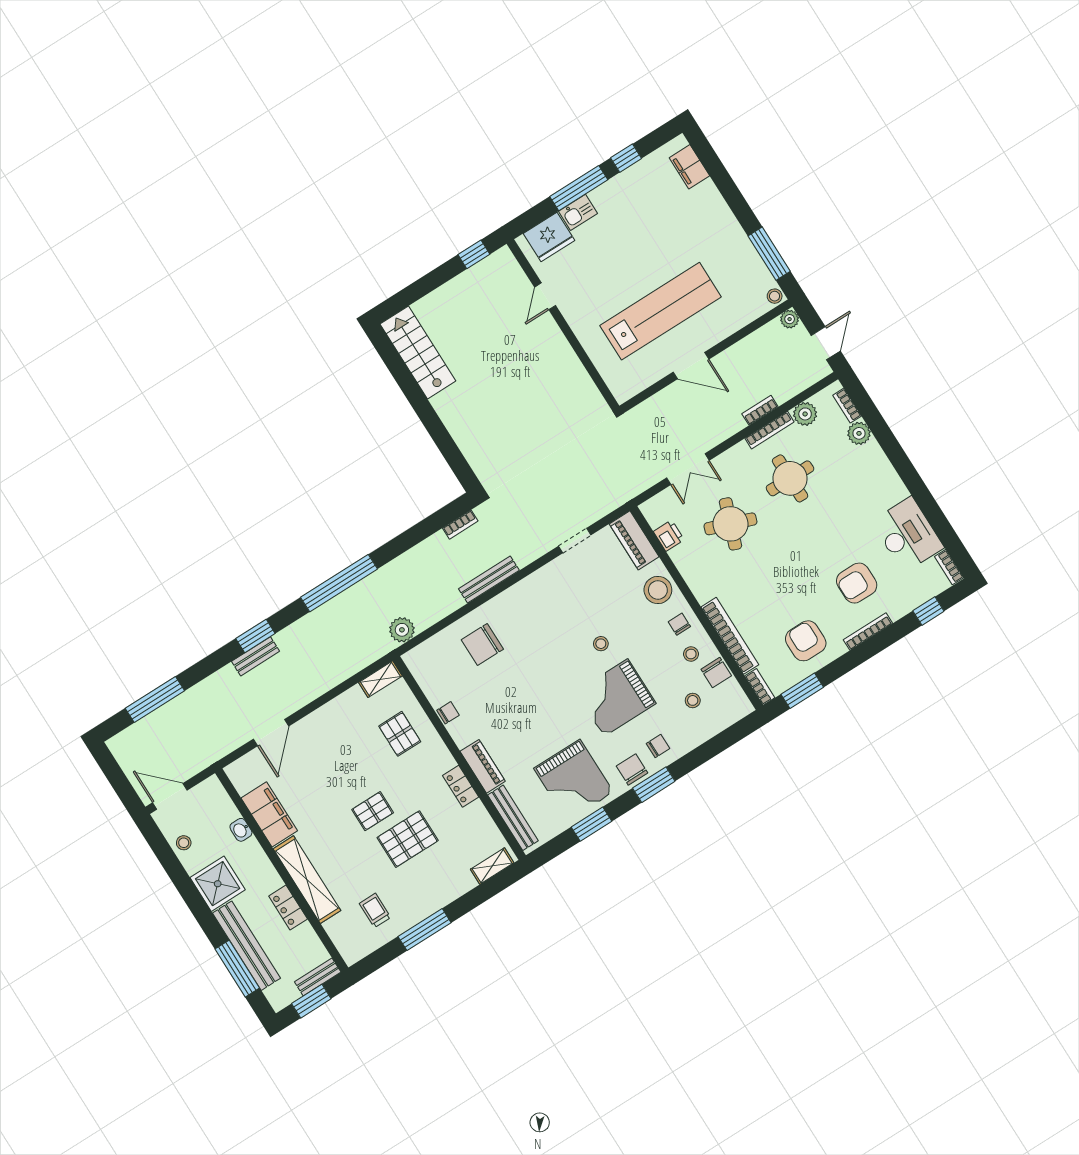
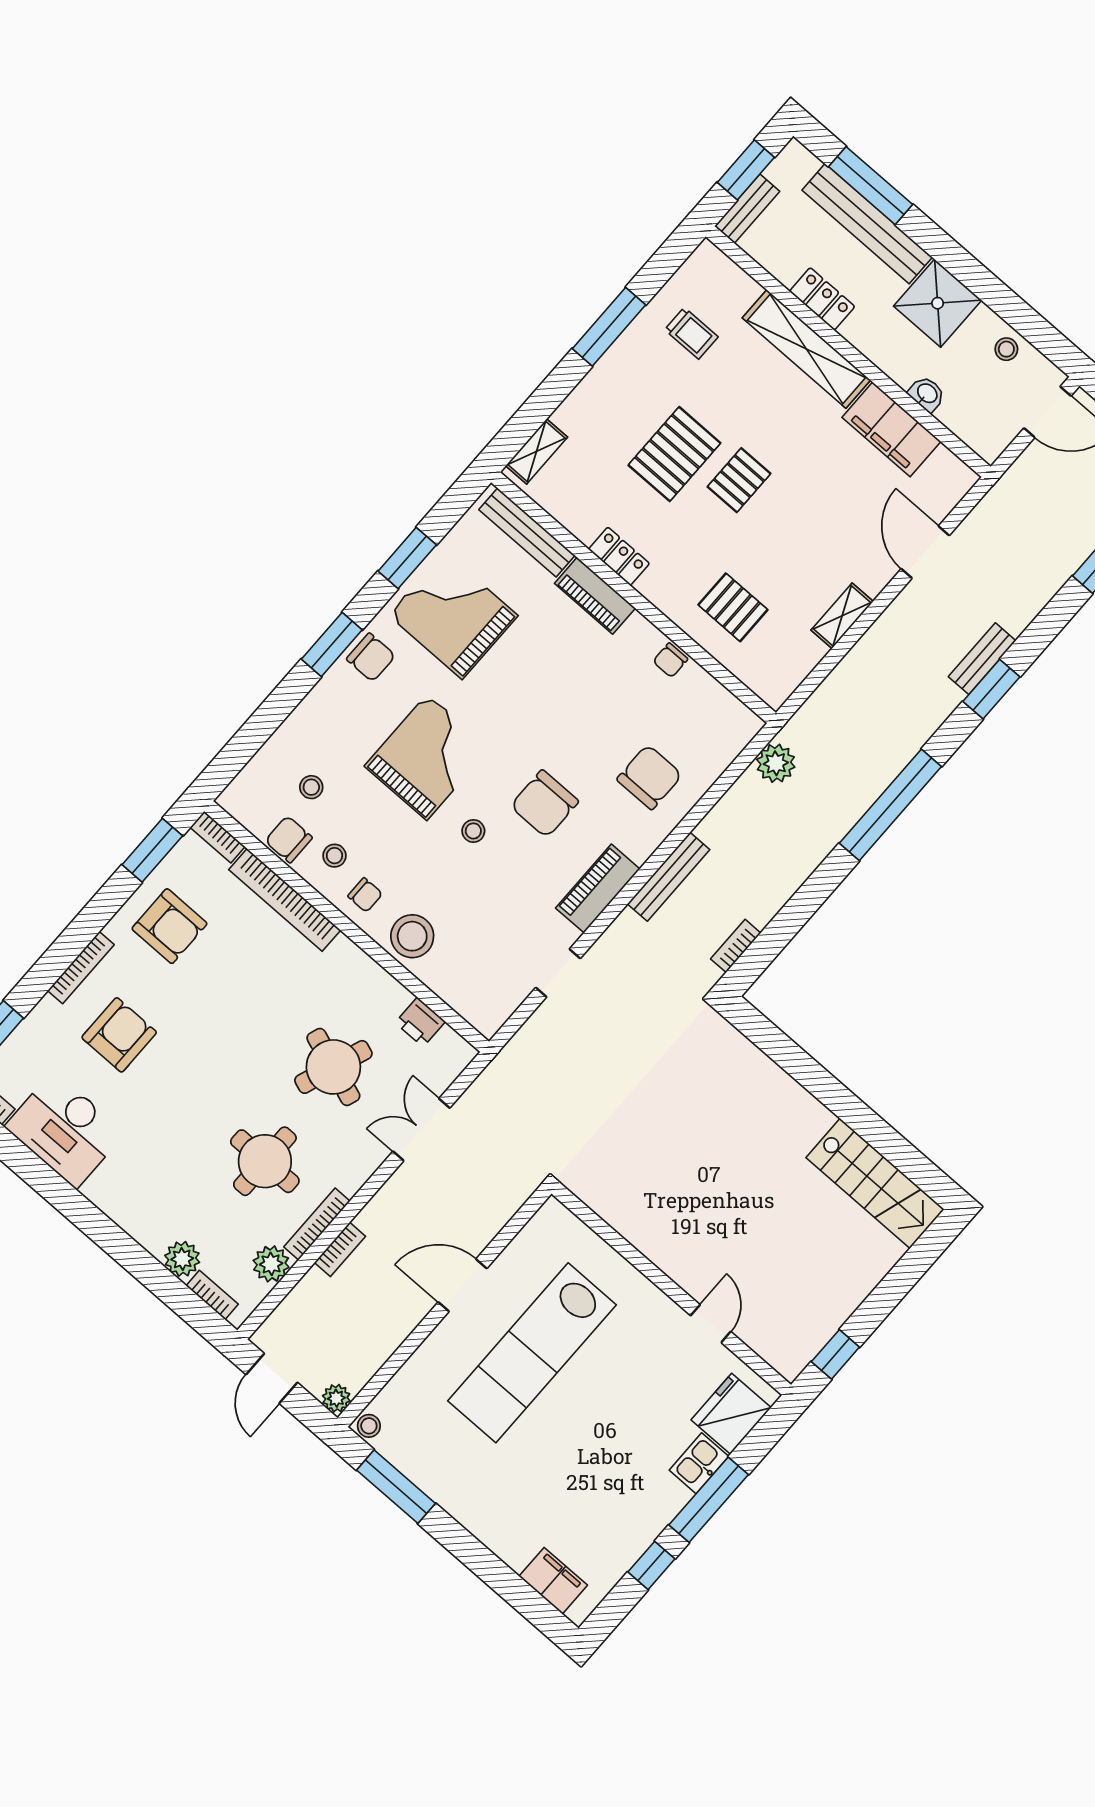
piano: (634, 540) -> (598, 888), moved, turned -90
shelving: (380, 679) -> (842, 616), moved
chair: (658, 746) -> (544, 804), moved, width x1.87, depth x1.87

